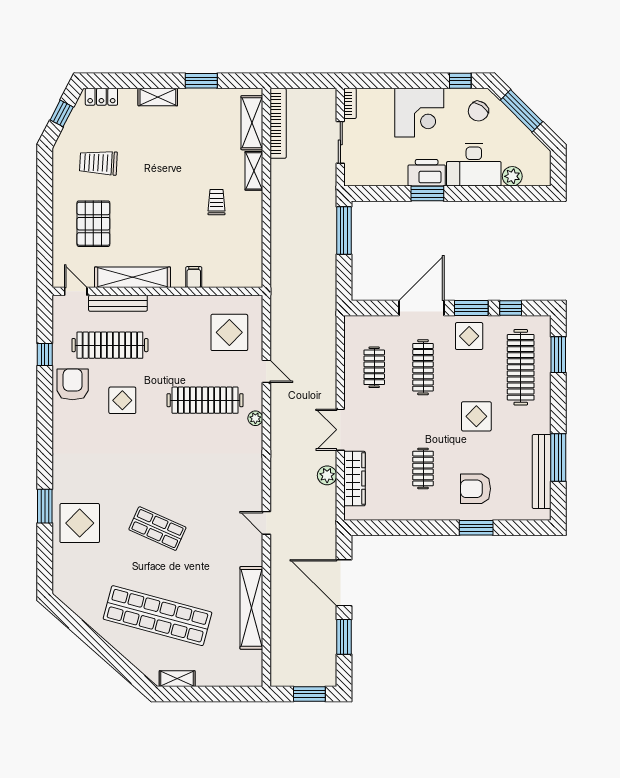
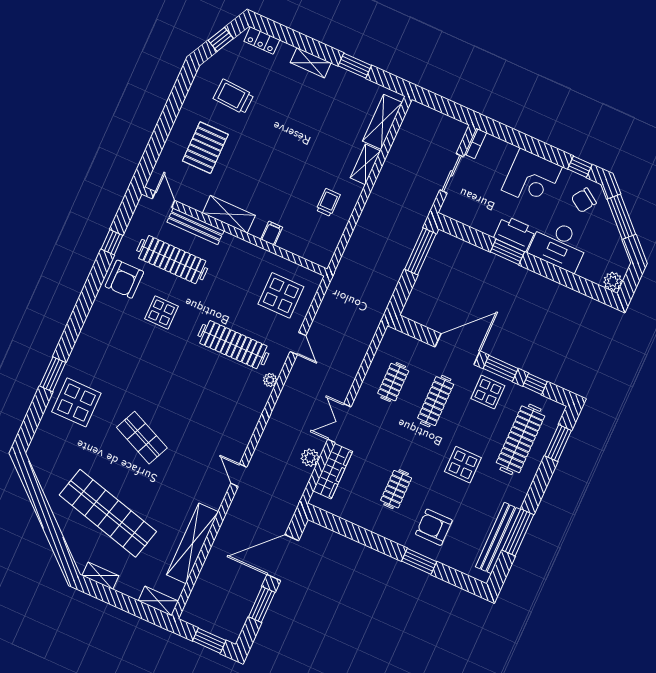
bookcase: (278, 123) -> (405, 133), removed
plant: (512, 176) -> (613, 281), moved
trolley: (216, 202) -> (328, 202), moved
shelving: (133, 277) -> (229, 214), width x0.68
armchair: (73, 384) -> (124, 279), turned 180
door: (344, 583) -> (283, 558), hinge flipped
shelving: (243, 678) -> (158, 601), added

